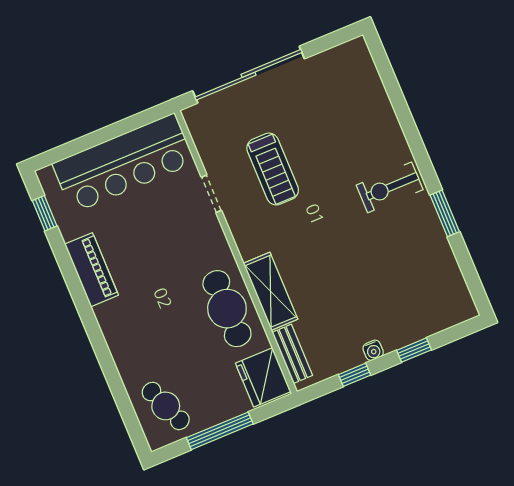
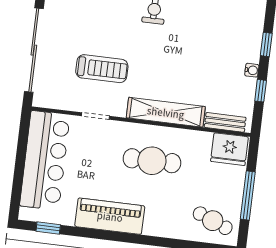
piano: (91, 270) -> (110, 216), width x1.37, depth x1.33
shelving: (270, 291) -> (166, 112), width x1.47
cafe table: (227, 309) -> (152, 161), moved
cafe table: (166, 406) -> (213, 221), turned 44

